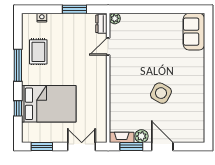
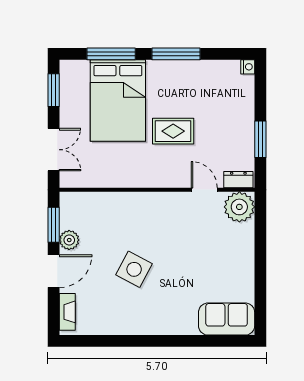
nightstand: (42, 18) -> (248, 67), moved
plant: (115, 18) -> (239, 207), width x1.88, depth x1.88
rug: (38, 52) -> (173, 131), moved
window: (18, 108) -> (111, 54), width x2.17
fireplace: (122, 137) -> (67, 312), moved

